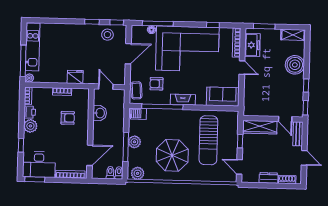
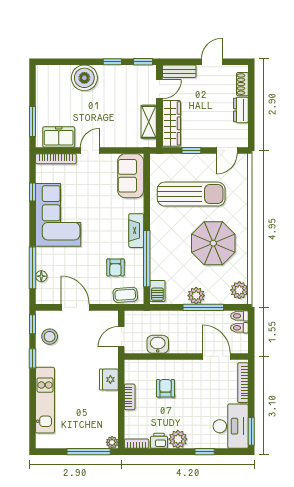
shelving: (293, 35) -> (149, 122), moved
kitchen unit: (33, 47) -> (45, 400), moved, turned 90
corner sofa: (187, 49) -> (58, 215), width x0.73, depth x0.74

